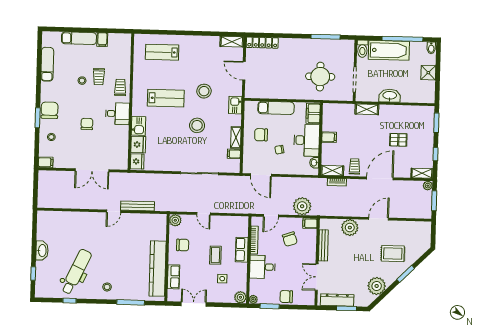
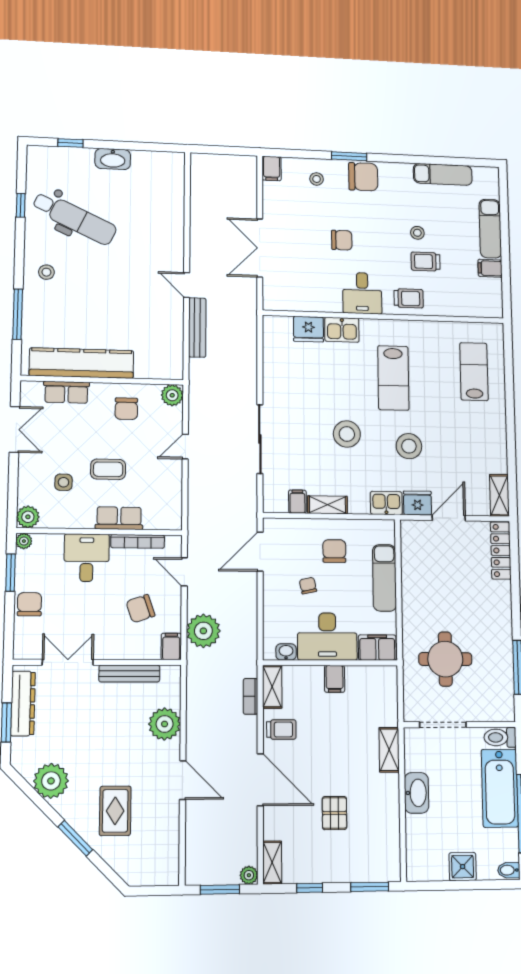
fridge: (137, 161) -> (417, 503), moved, turned 180

